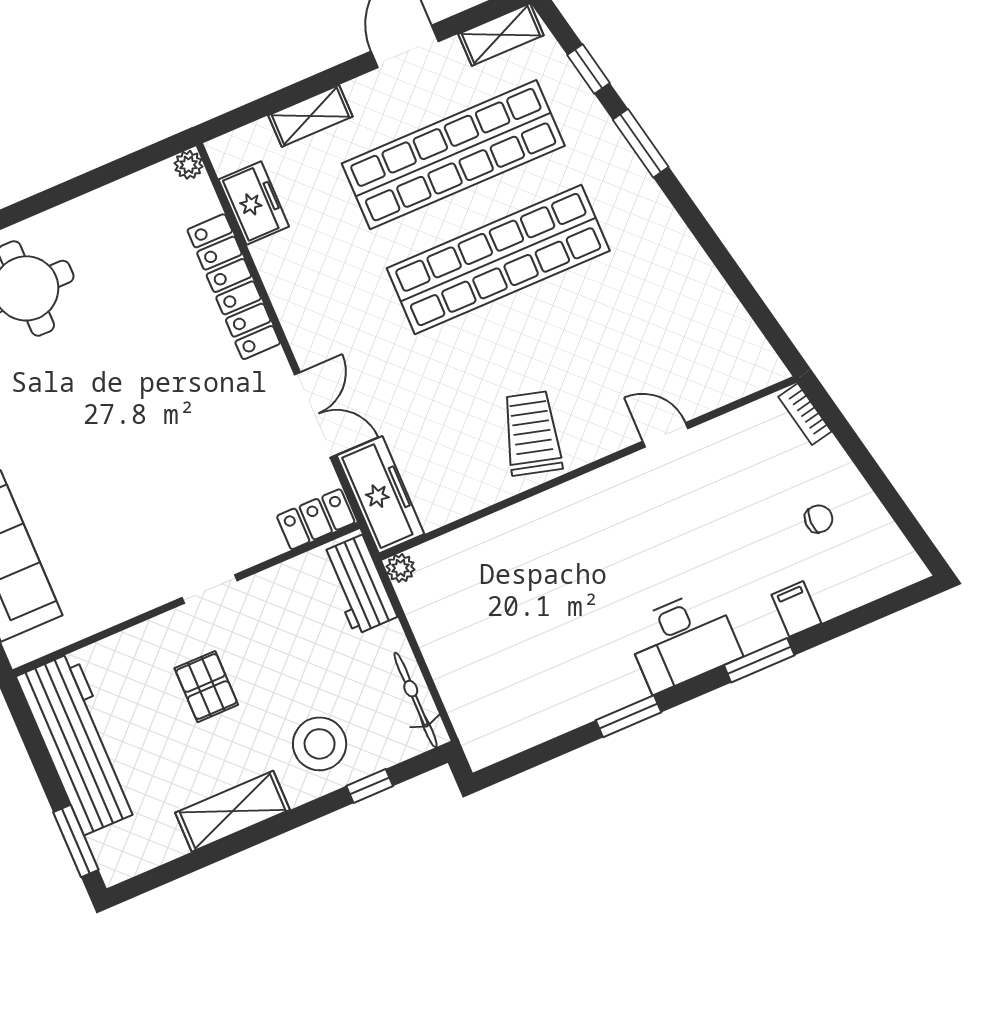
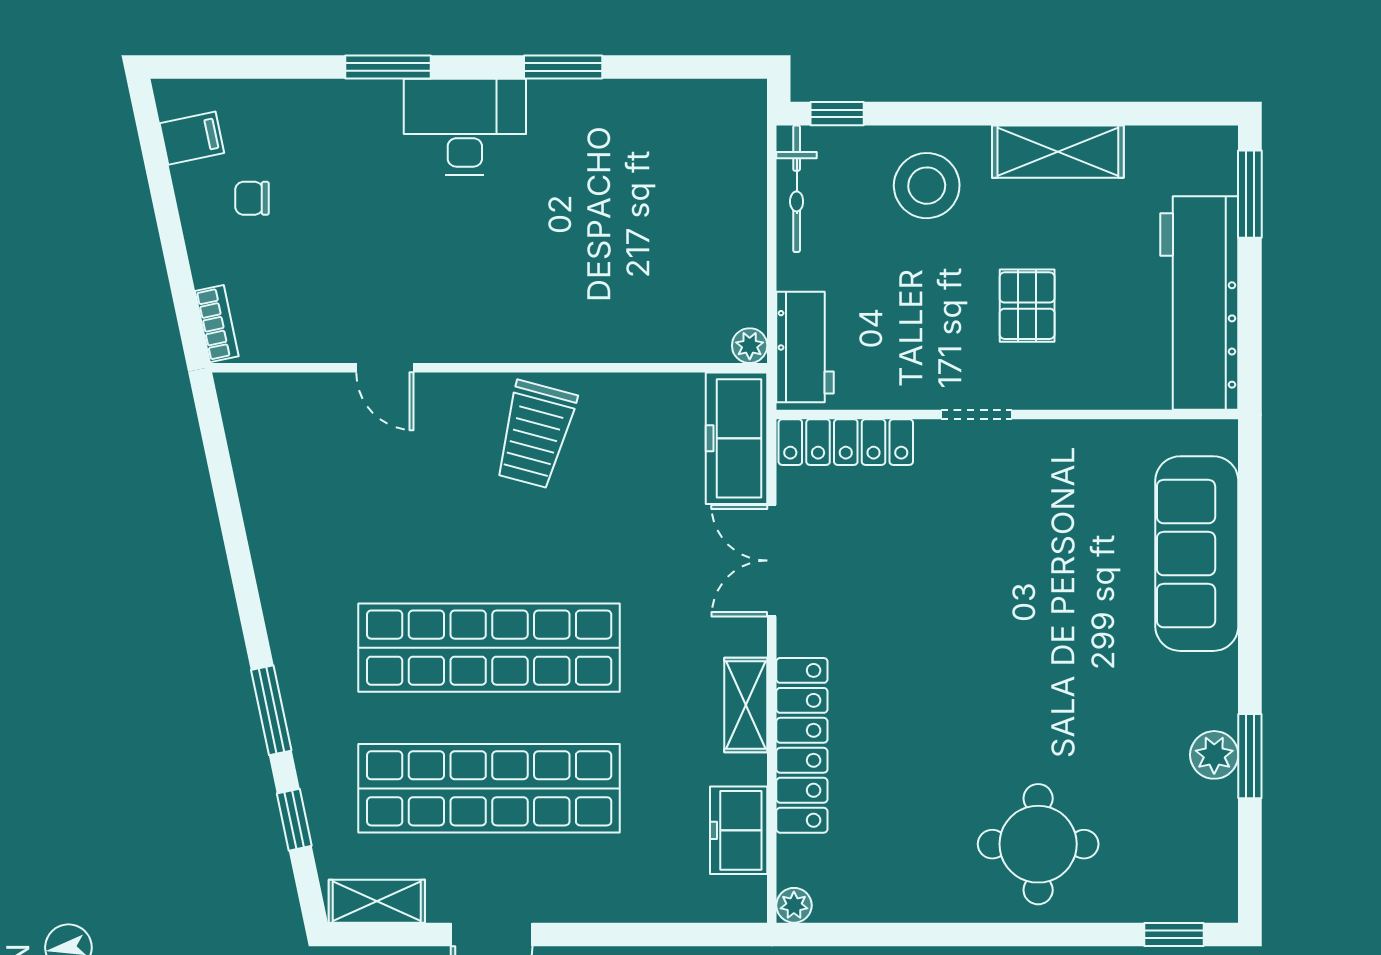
shelving: (310, 116) -> (746, 705), moved, turned 90
locker: (316, 519) -> (846, 442), width x1.53
filing cabinet: (796, 609) -> (192, 138), moved, turned -102
window: (370, 786) -> (837, 114), moved

